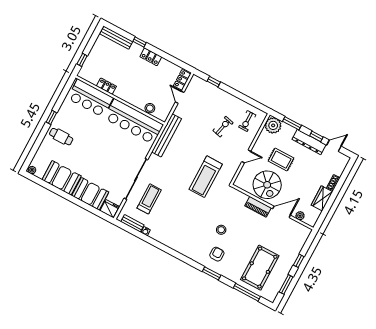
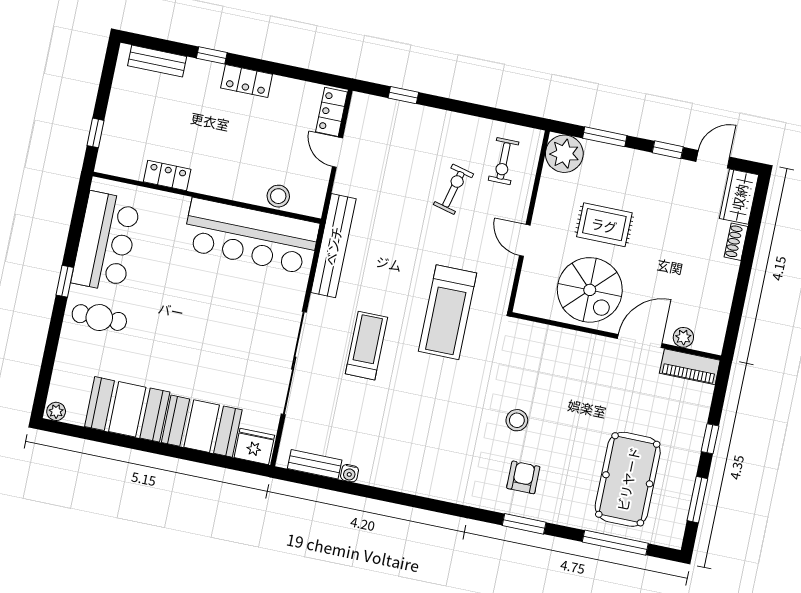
bench: (116, 38) -> (157, 61), width x0.73
bar counter: (90, 98) -> (106, 242), moved, turned -90
dresser: (309, 142) -> (655, 167), removed
door: (246, 156) -> (525, 240), swing flipped
wardrobe: (322, 198) -> (739, 197), moved
treadmill: (149, 199) -> (366, 346), moved
piano: (258, 207) -> (690, 367), moved

